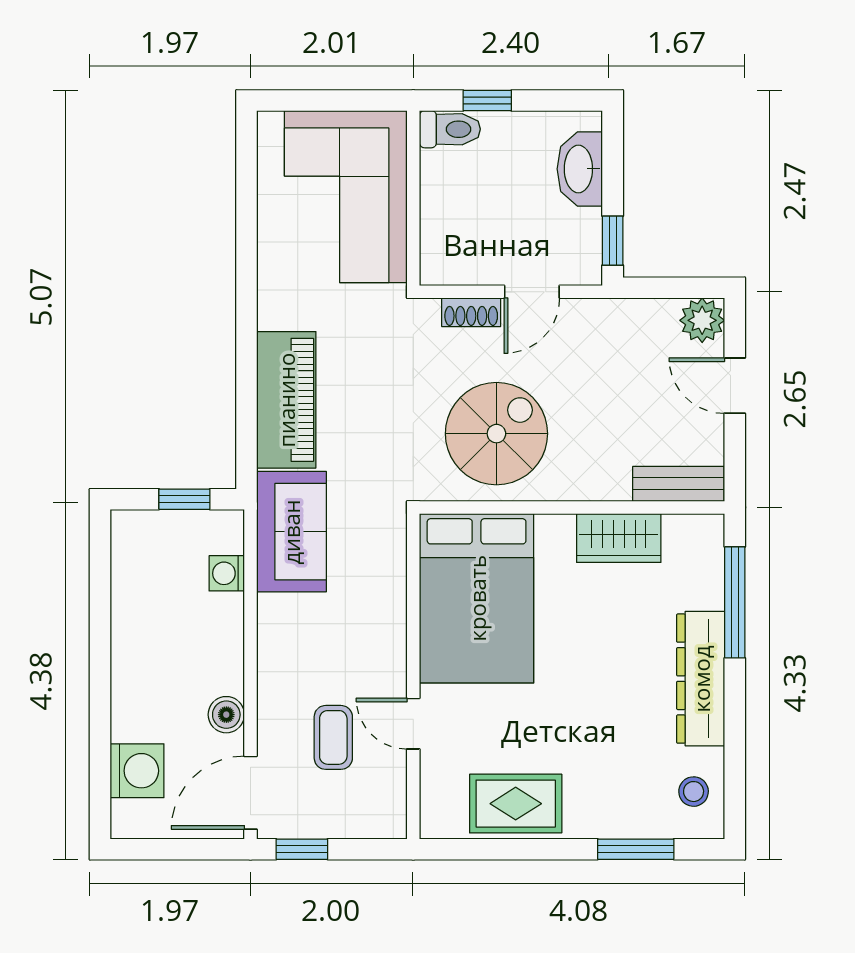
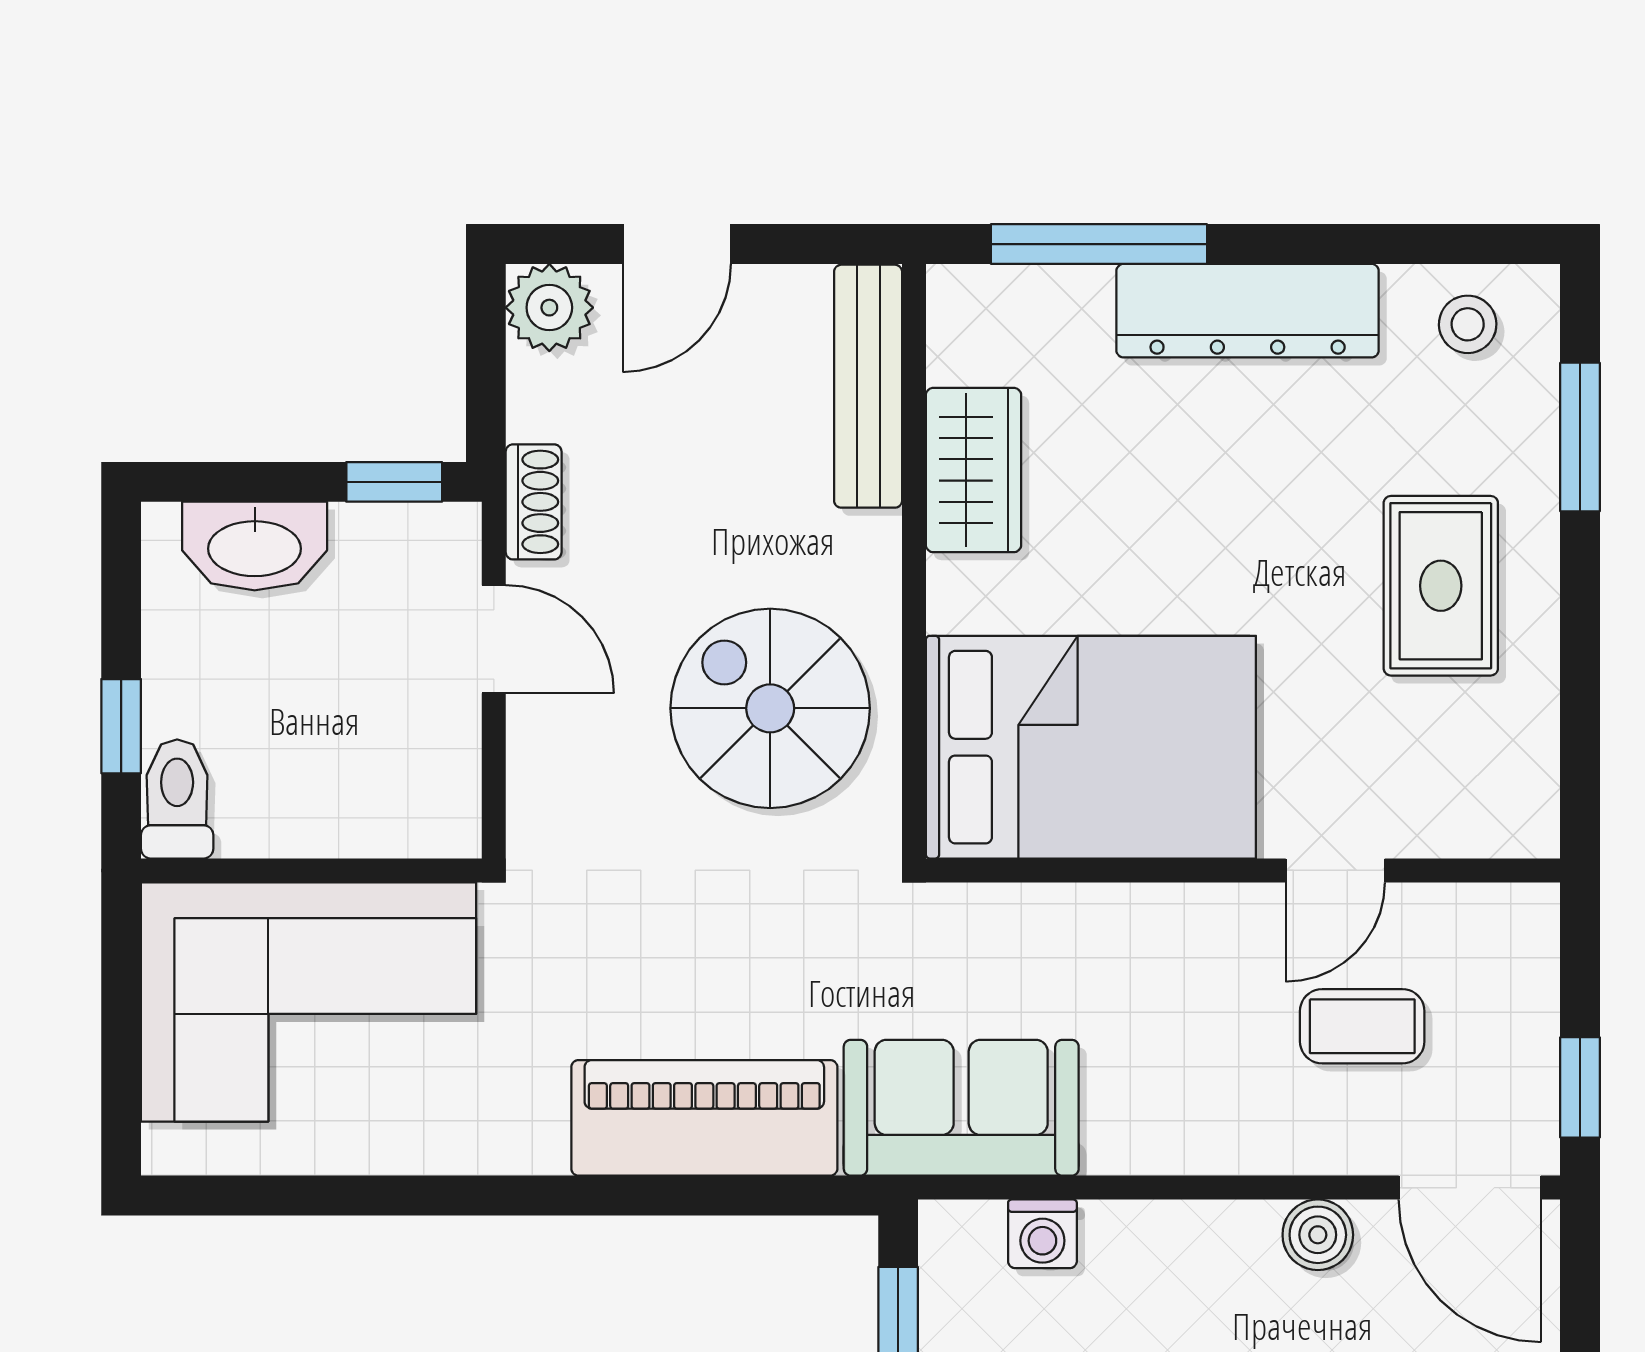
shoe rack: (471, 312) -> (534, 502), moved
bench: (678, 484) -> (868, 386), width x1.36
rug: (516, 804) -> (1441, 586), moved

